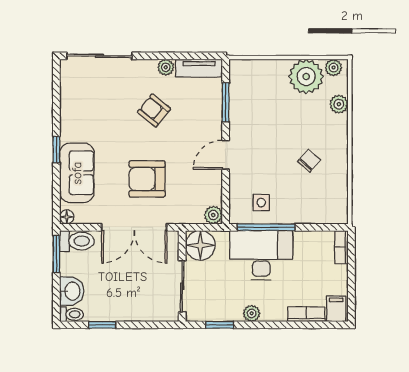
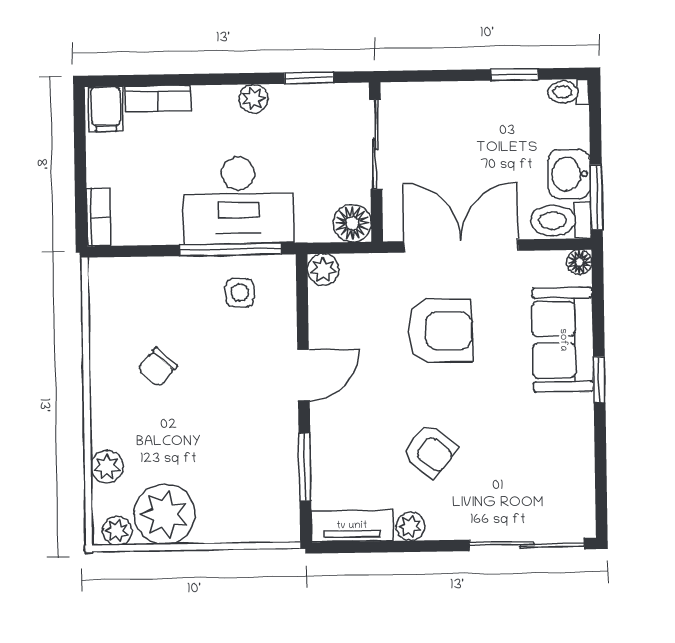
floor lamp: (200, 245) -> (352, 223), width x0.73, depth x0.73
washbasin: (72, 291) -> (569, 174), moved

